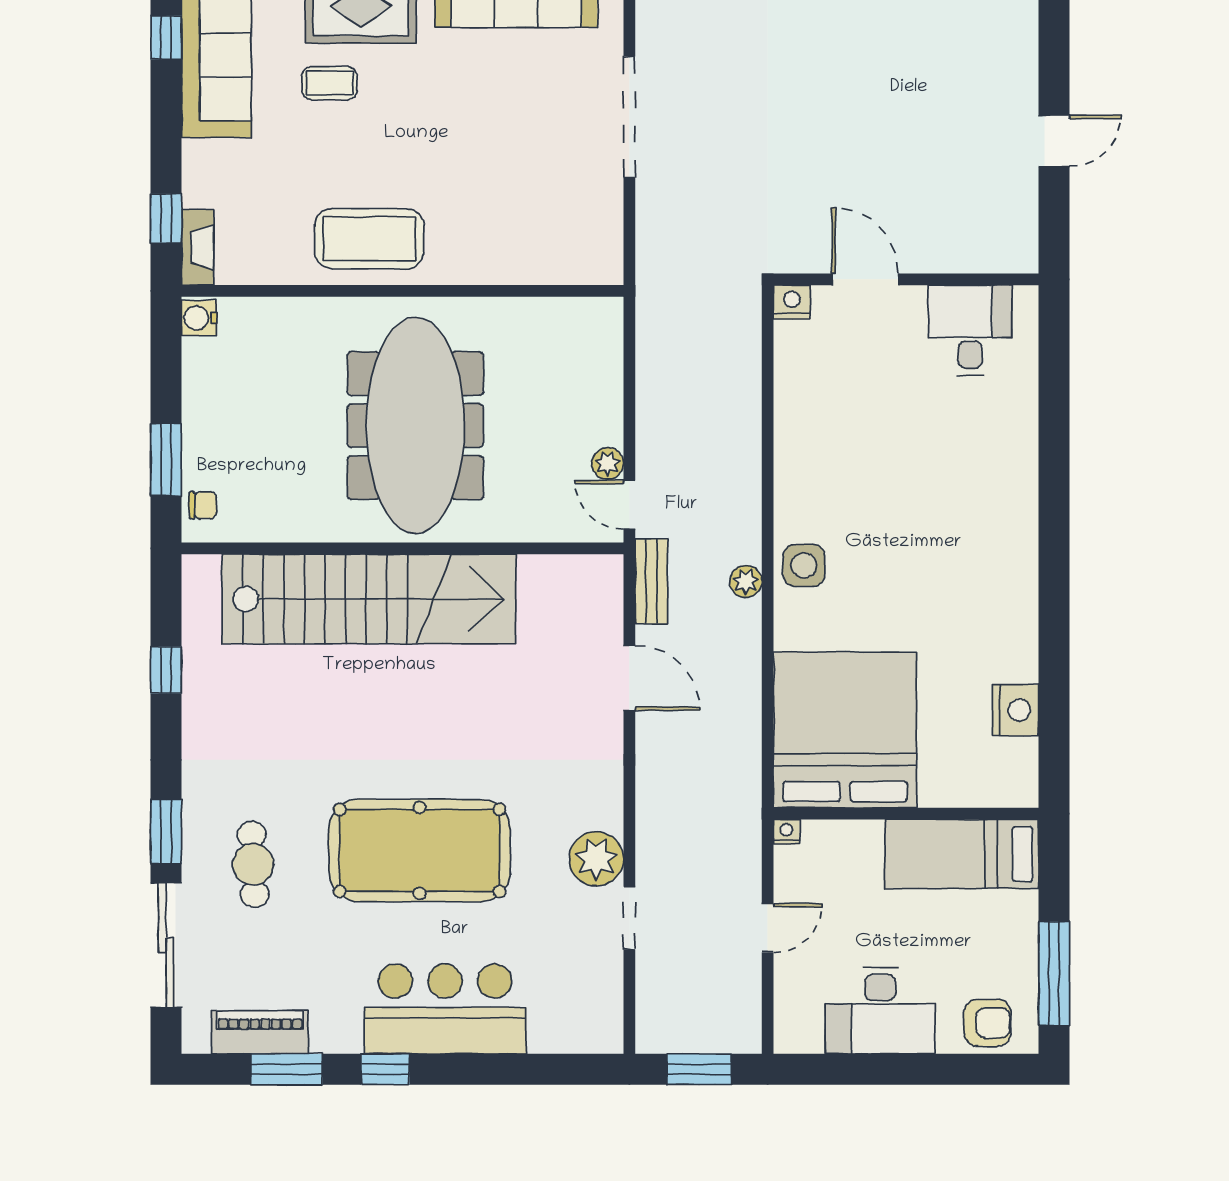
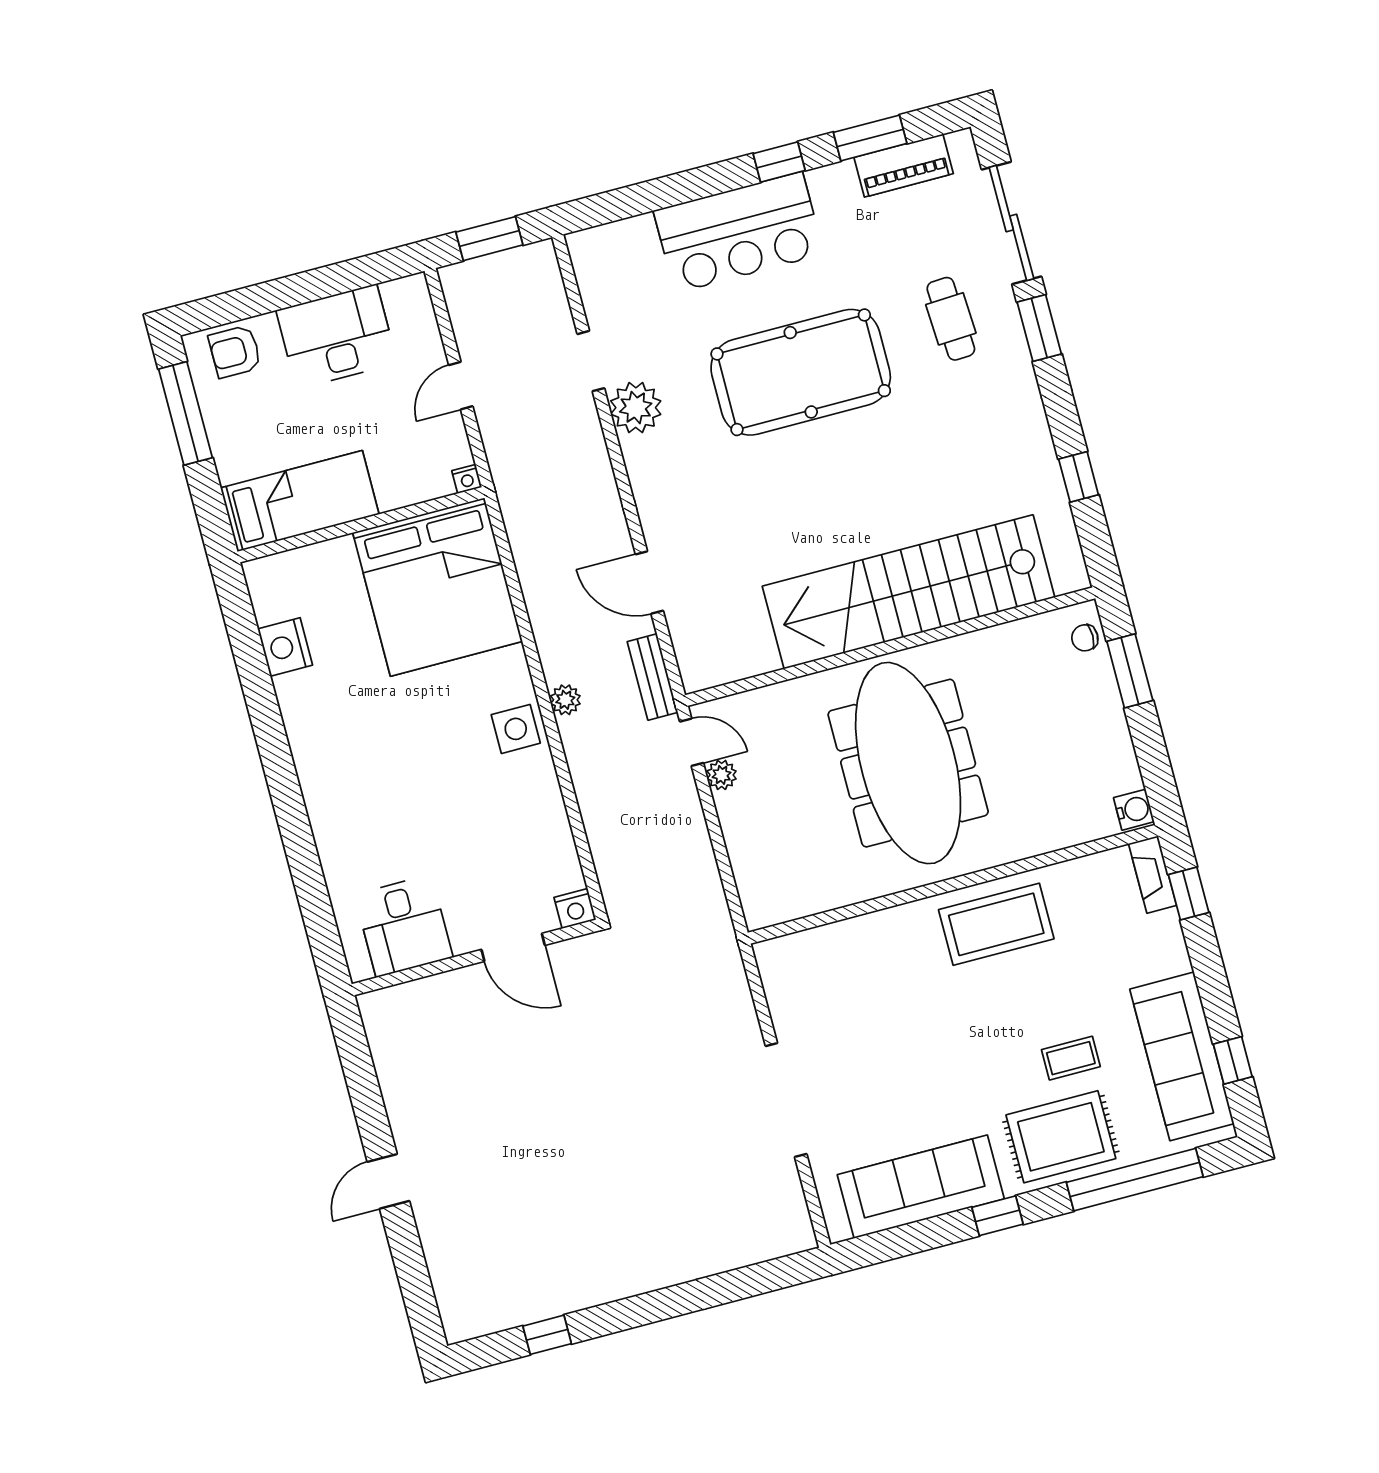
door: (865, 279) -> (513, 947), moved
wall: (906, 279) -> (475, 957), moved
nightstand: (792, 302) -> (575, 909), moved
desk: (970, 330) -> (404, 926), moved

